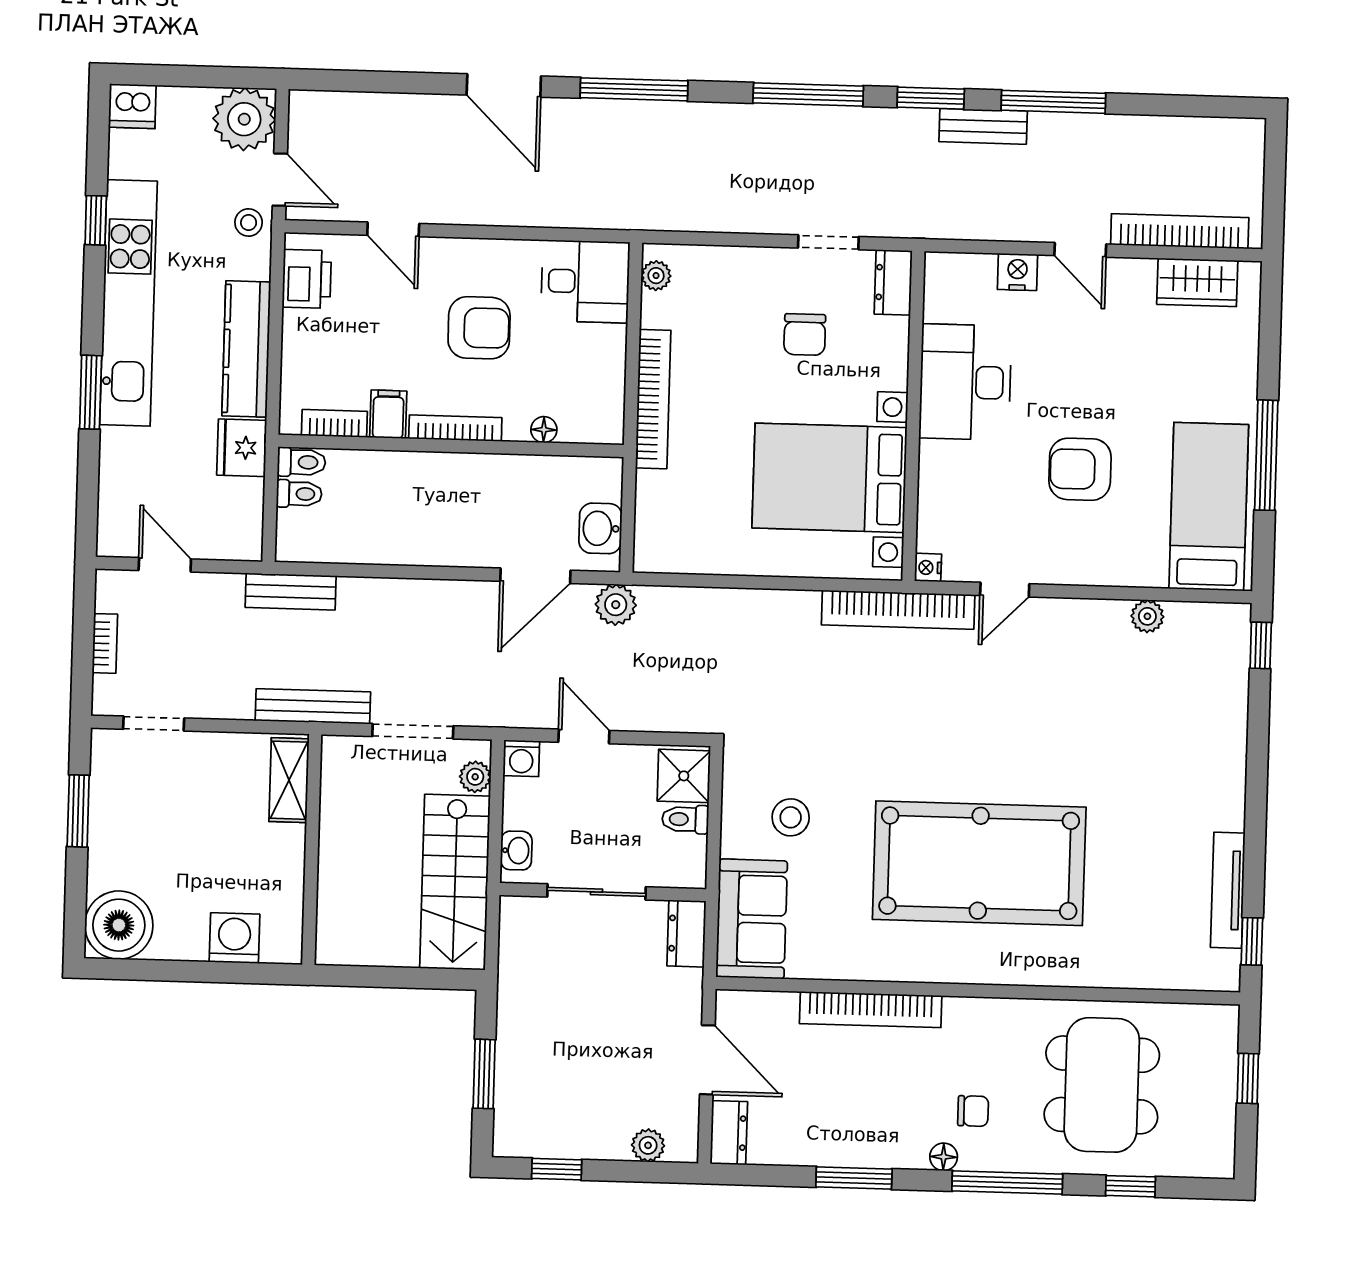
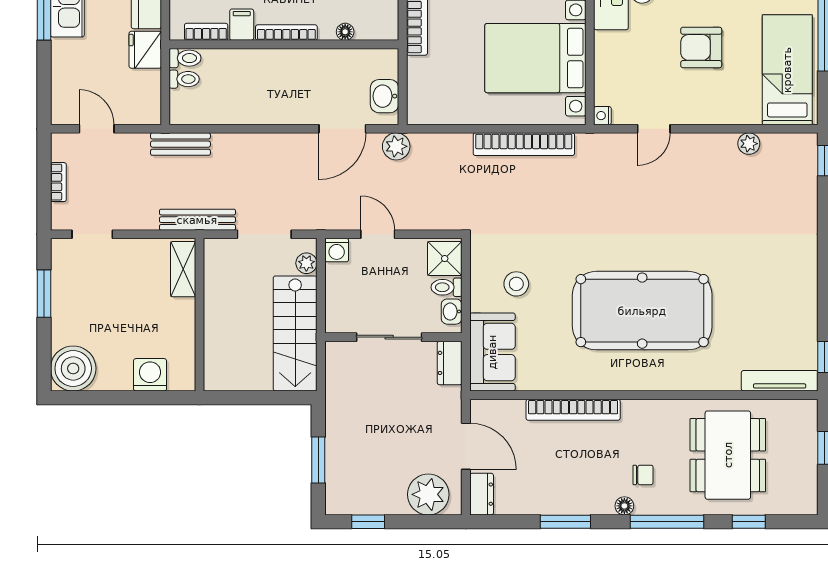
bookcase: (898, 610) -> (524, 144), moved
washbasin: (516, 851) -> (452, 312), moved, turned 180
tv unit: (1228, 890) -> (780, 381), moved, turned 90
plant: (648, 1145) -> (428, 494), width x1.87, depth x1.87

